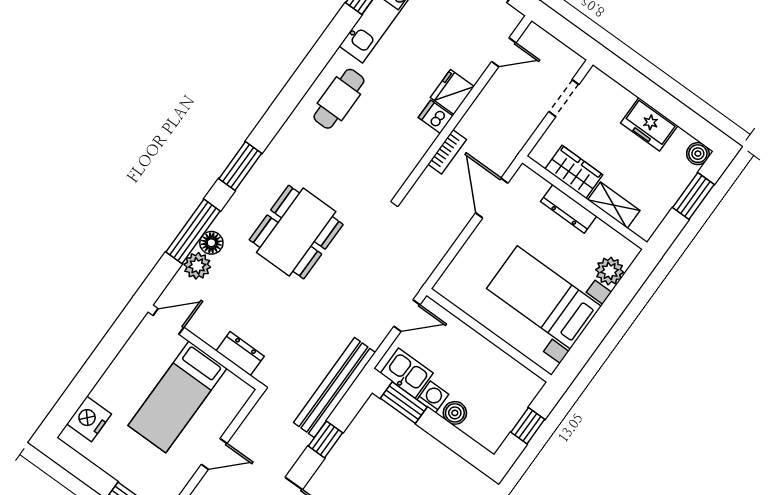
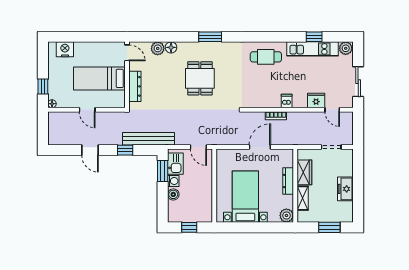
fridge: (452, 92) -> (316, 100), moved
boiler: (698, 154) -> (348, 217), removed
door: (492, 198) -> (260, 147), moved
window: (193, 231) -> (170, 37), removed
dining table: (296, 232) -> (200, 78), width x0.73
plant: (610, 271) -> (286, 215), moved
dresser: (240, 354) -> (135, 86), width x1.44

